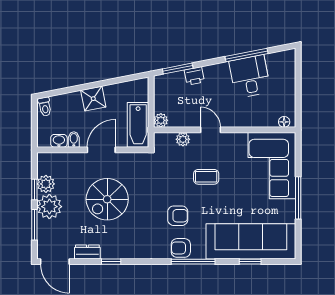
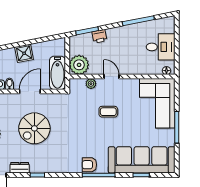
desk: (250, 76) -> (161, 47), moved, turned 101
plant: (161, 120) -> (79, 65), width x1.88, depth x1.88
armchair: (178, 216) -> (87, 141), removed

